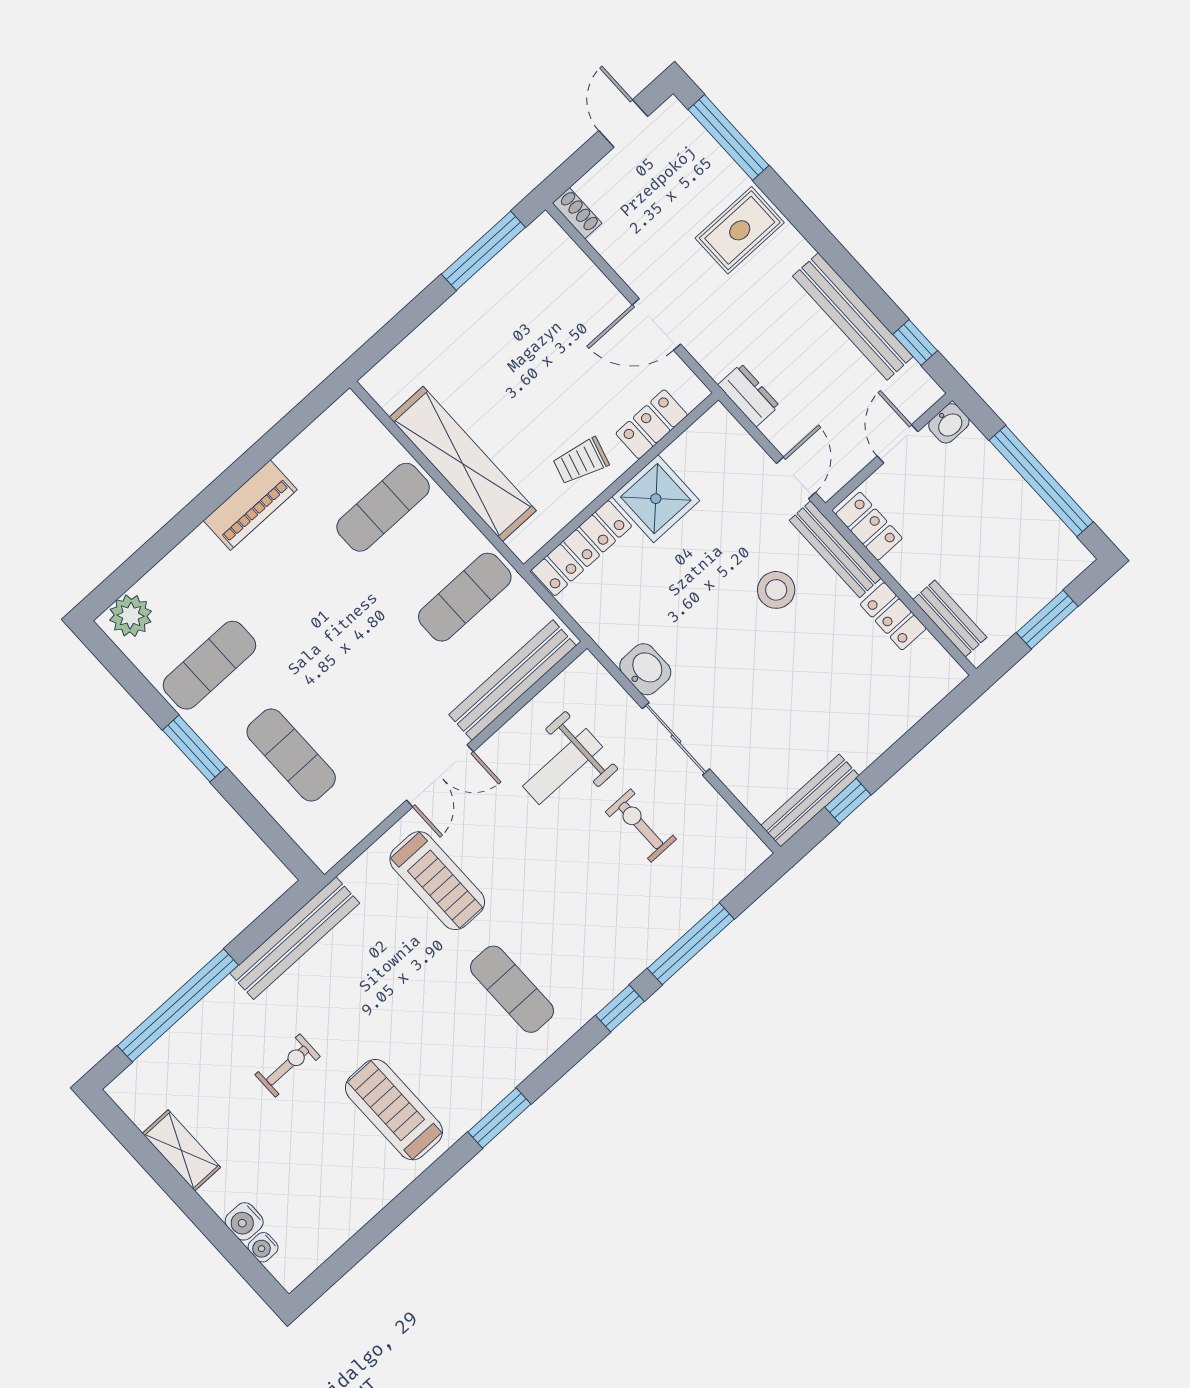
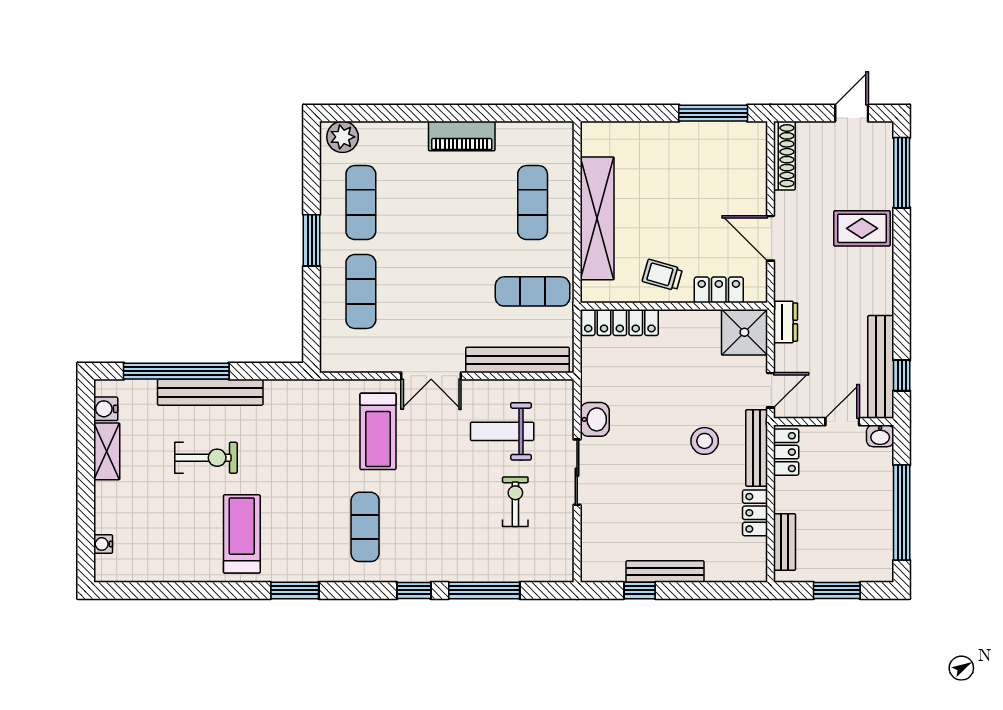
shoe rack: (577, 213) -> (784, 156), width x1.94, depth x1.24
bench: (853, 316) -> (881, 367), moved
shower: (656, 499) -> (744, 332), moved
exercise mat: (383, 507) -> (533, 203), turned 90
exercise mat: (209, 665) -> (361, 203), turned 90
bench: (810, 801) -> (665, 572), moved
bench: (295, 938) -> (210, 392), moved
exercise bike: (288, 1066) -> (206, 458), width x1.38, depth x1.39
water cooler: (244, 1221) -> (106, 409), moved

